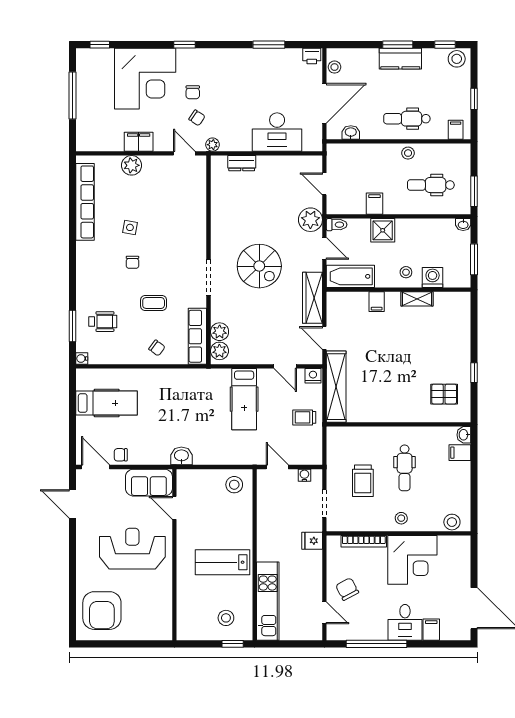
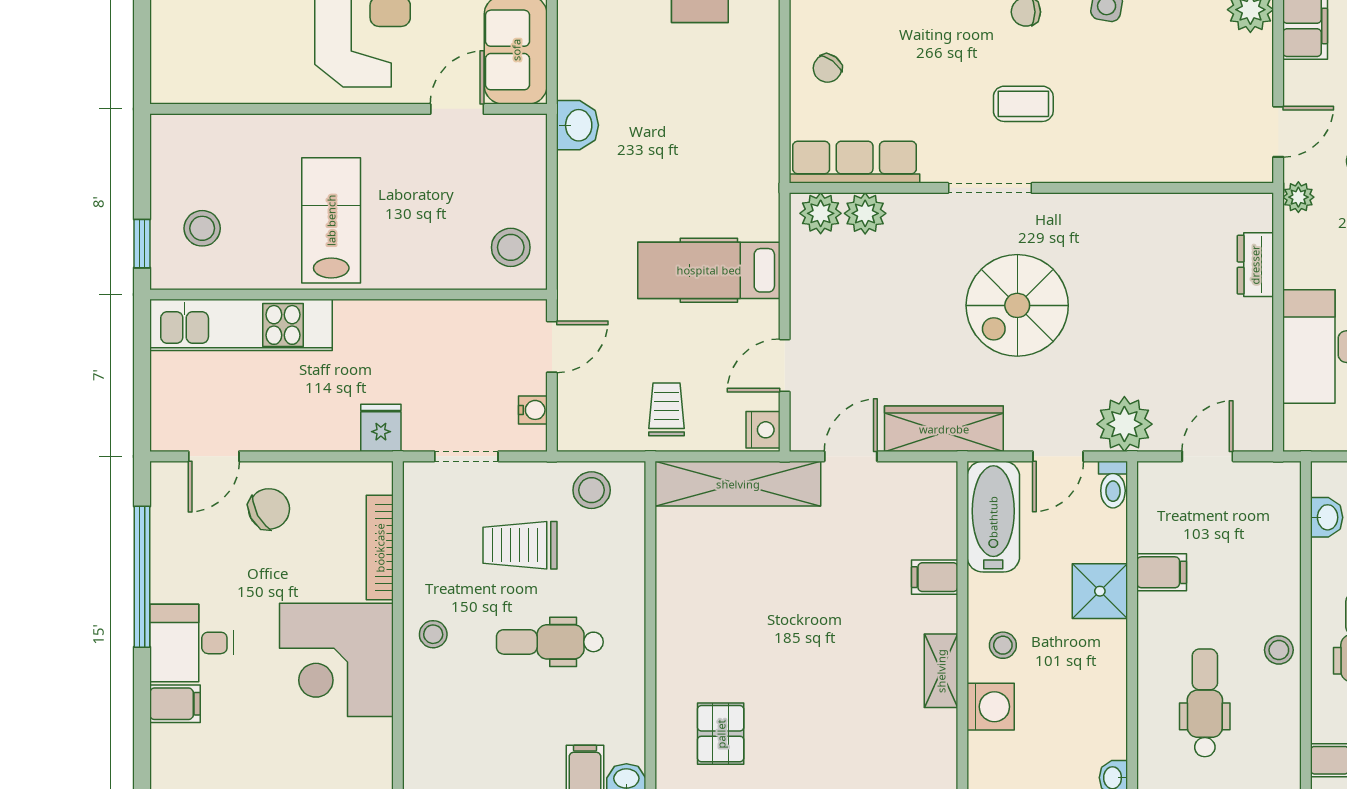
coffee table: (154, 303) -> (1023, 104), moved, turned 90
stool: (452, 522) -> (592, 490), moved

